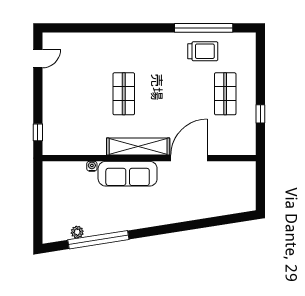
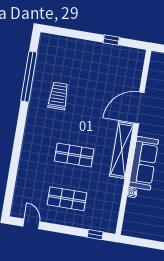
trolley: (203, 51) -> (58, 96), moved
shop shelf: (225, 94) -> (67, 199), moved
door: (189, 158) -> (139, 108), hinge flipped

